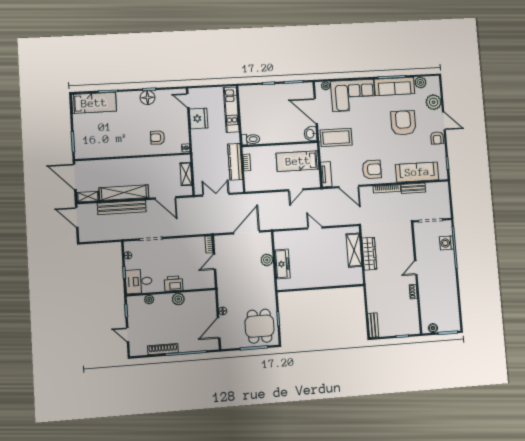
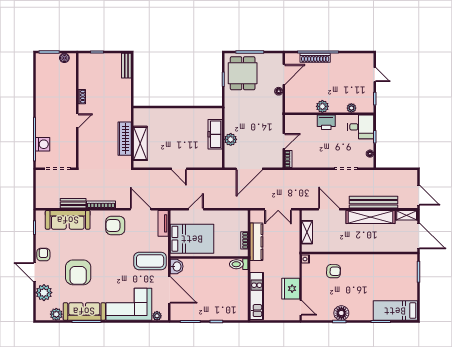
bed: (298, 161) -> (192, 239), width x1.50
shoe rack: (163, 349) -> (315, 58), moved

